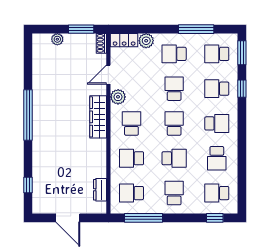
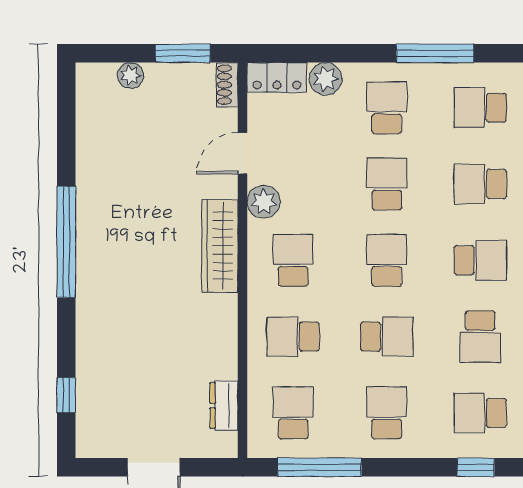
school desk: (174, 54) -> (387, 108), turned 90
school desk: (131, 193) -> (293, 413), turned 90

